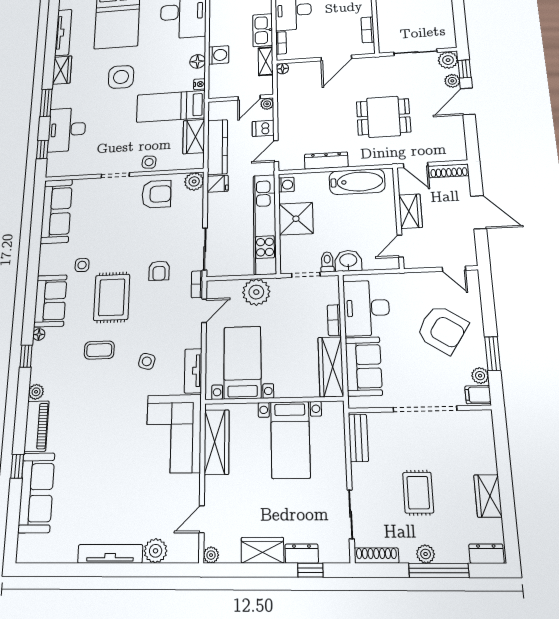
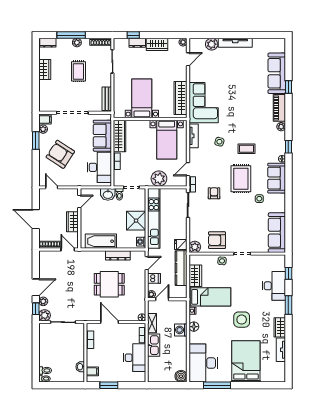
tv unit: (63, 32) -> (281, 350), width x0.71
door: (336, 58) -> (109, 322), hinge flipped
dining table: (383, 117) -> (109, 284), moved

